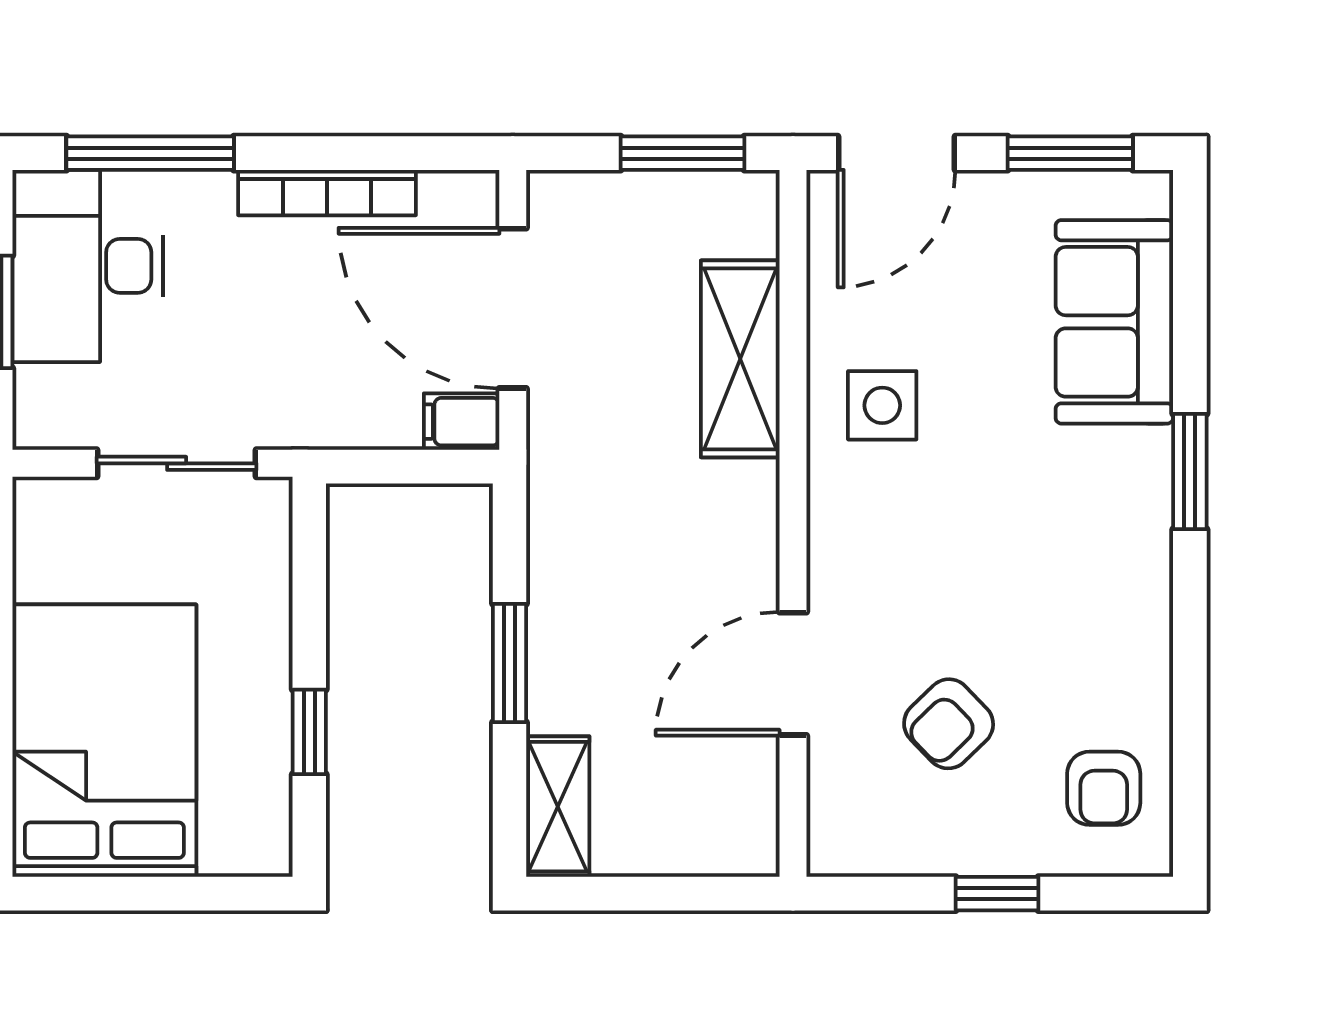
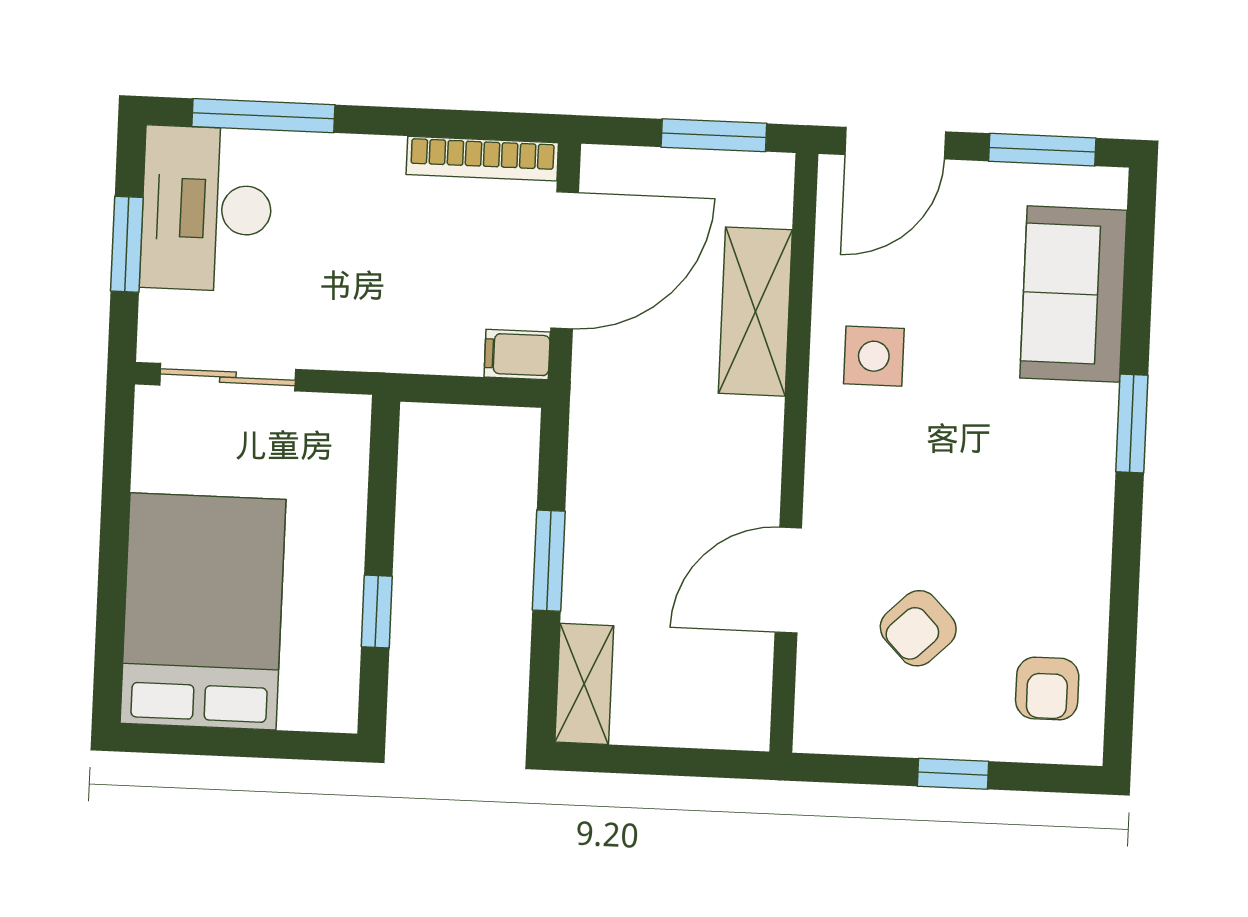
bookcase: (327, 193) -> (482, 159), moved
door: (513, 308) -> (565, 260), swing flipped
sliding door: (177, 463) -> (228, 377), moved

